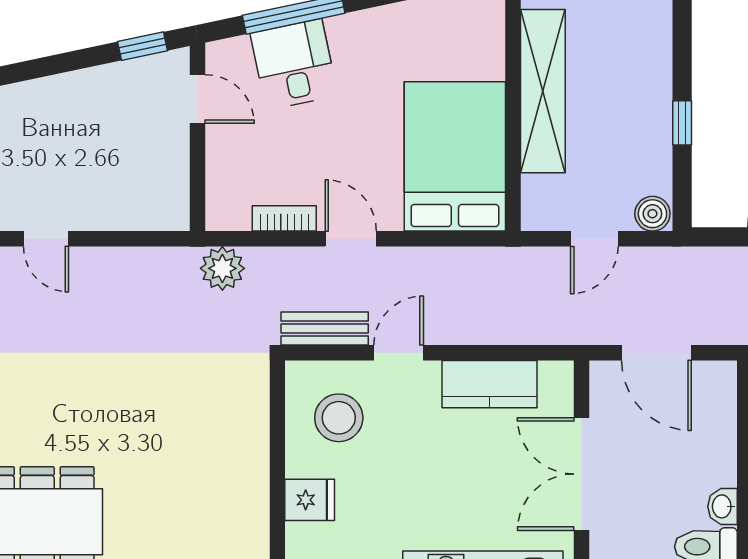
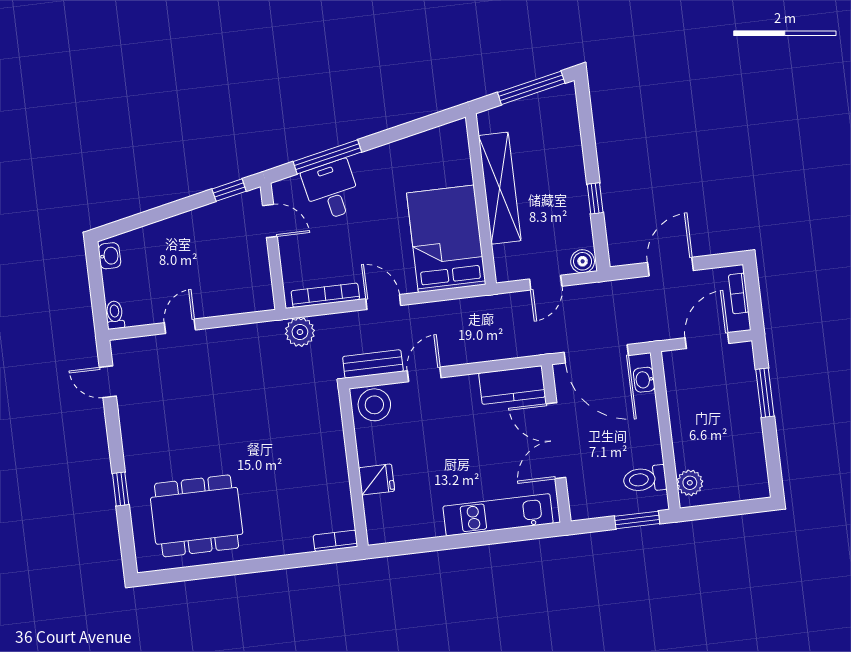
bookcase: (284, 218) -> (325, 295), width x1.56
door: (46, 239) -> (180, 326), swing flipped
door: (656, 353) -> (596, 354), width x1.36
kitchen counter: (489, 384) -> (512, 385), moved
stool: (339, 418) -> (374, 405), moved
washbasin: (723, 506) -> (644, 380), moved

